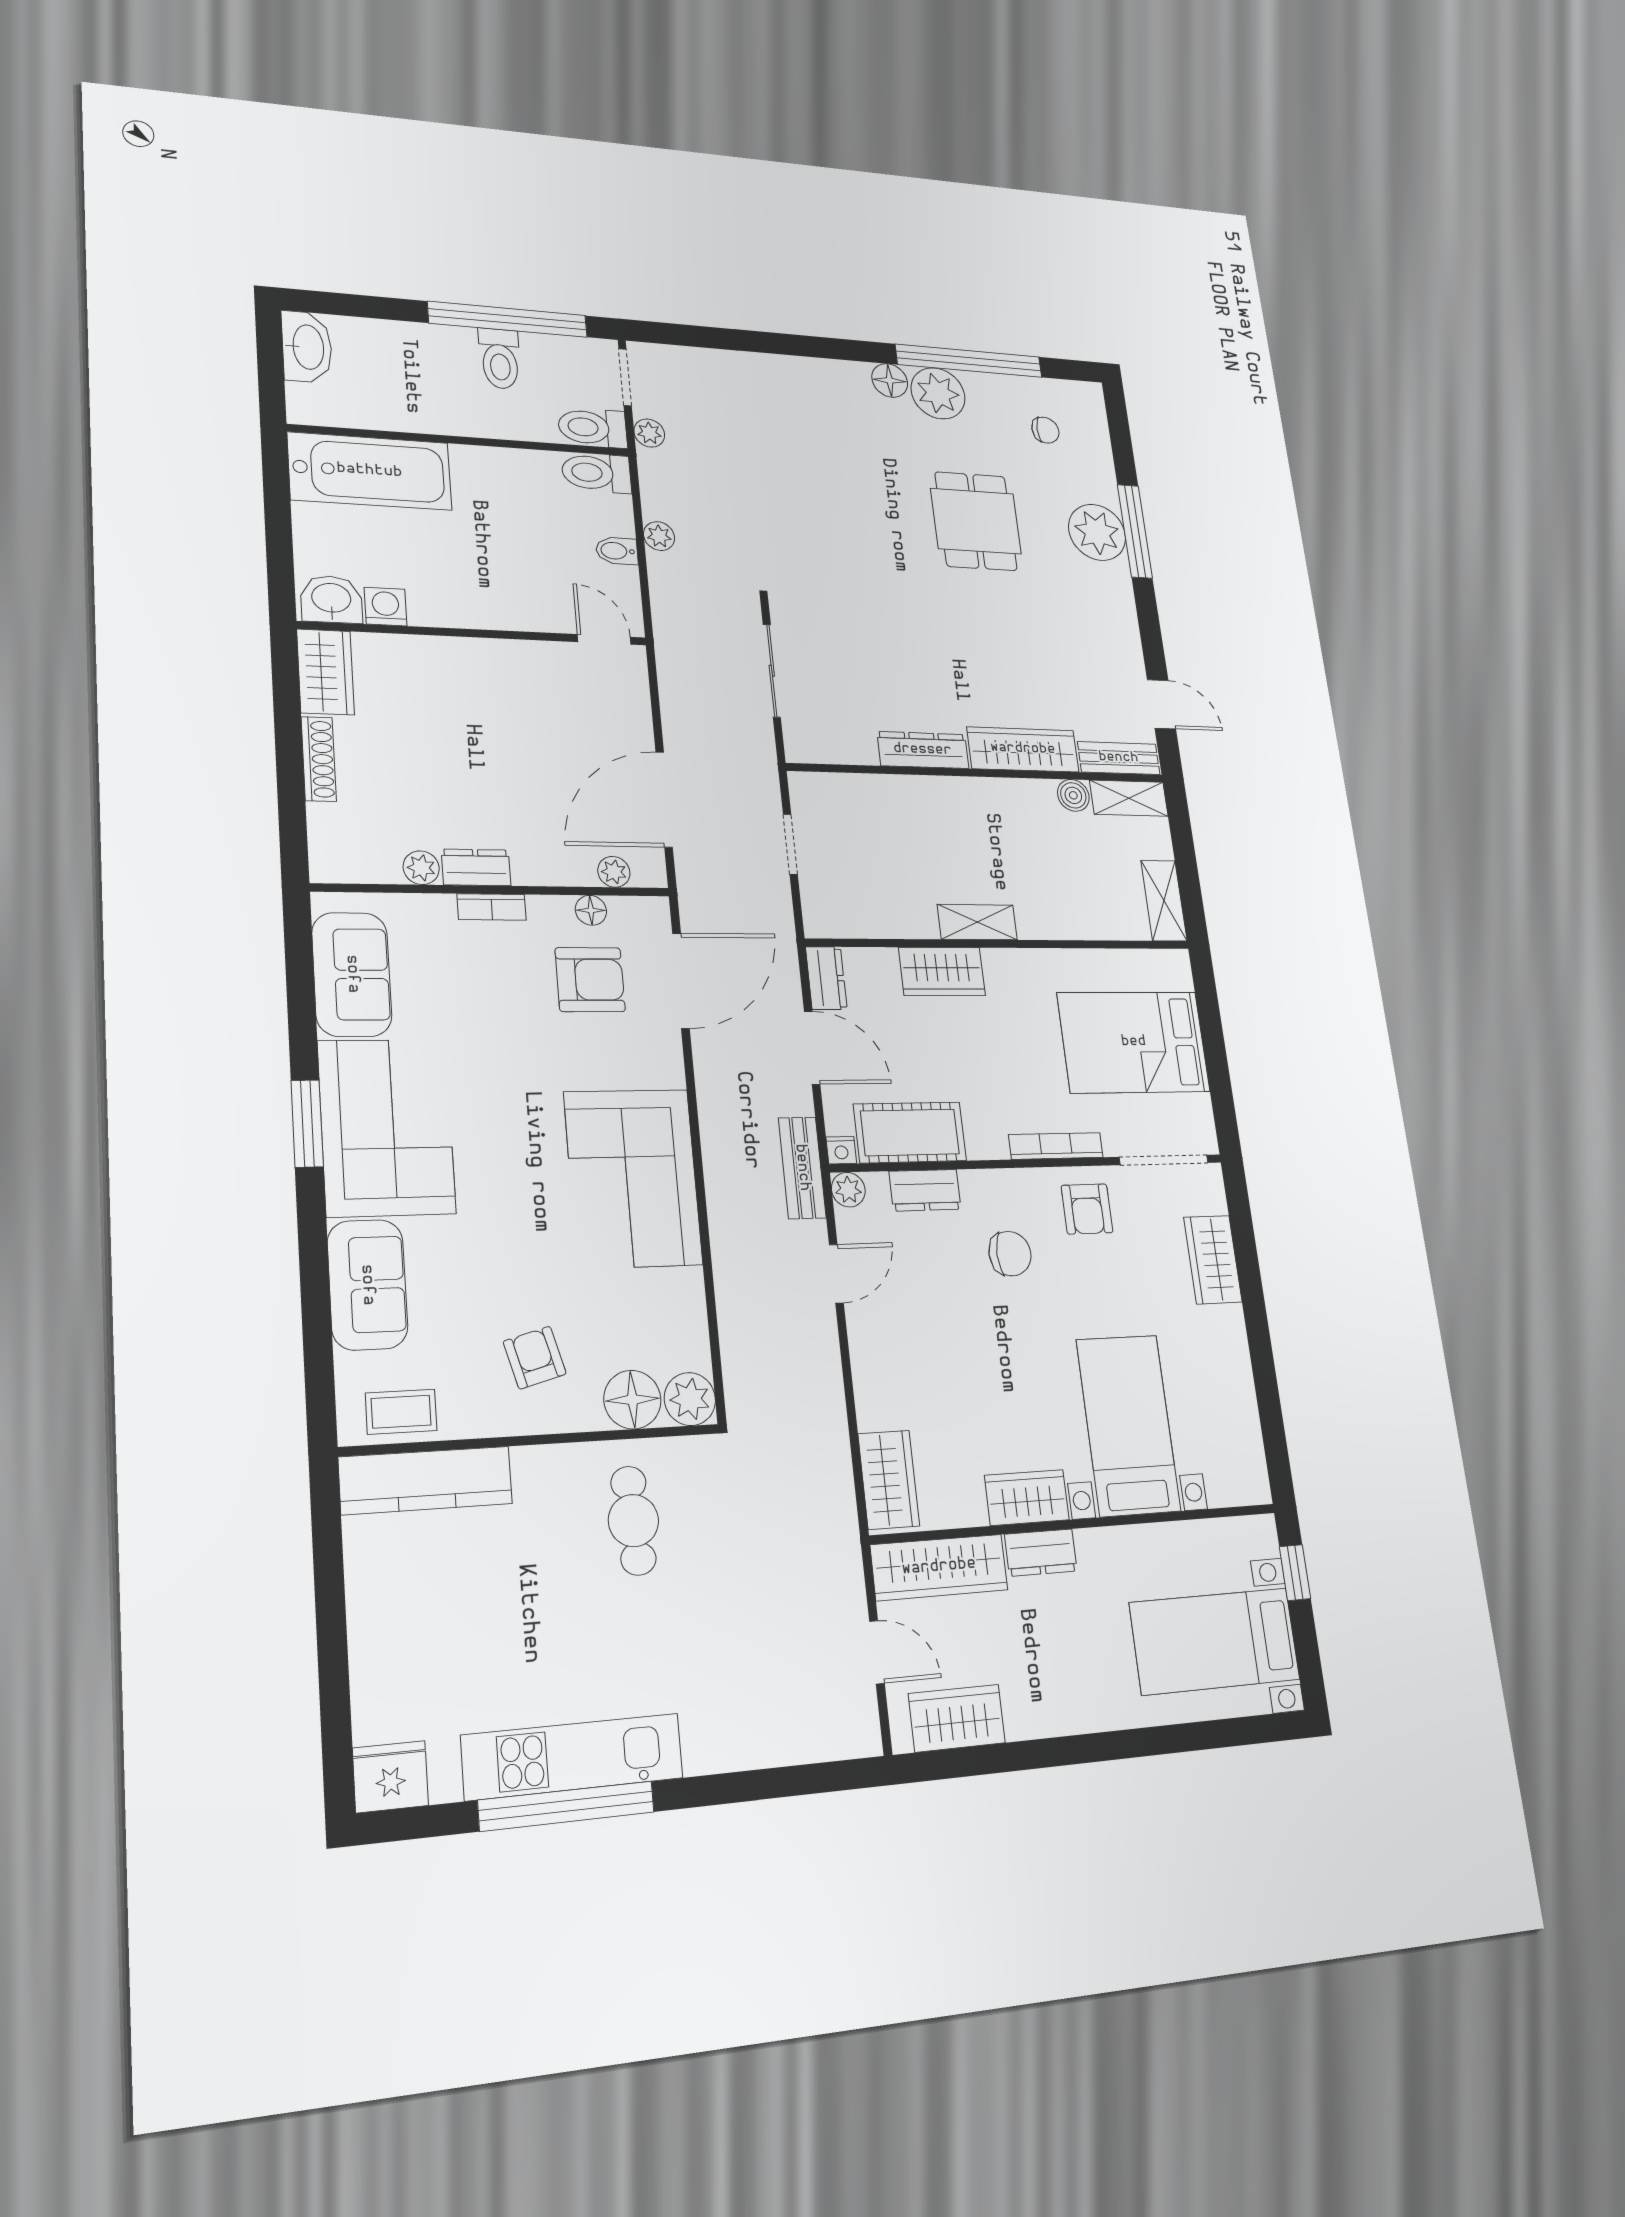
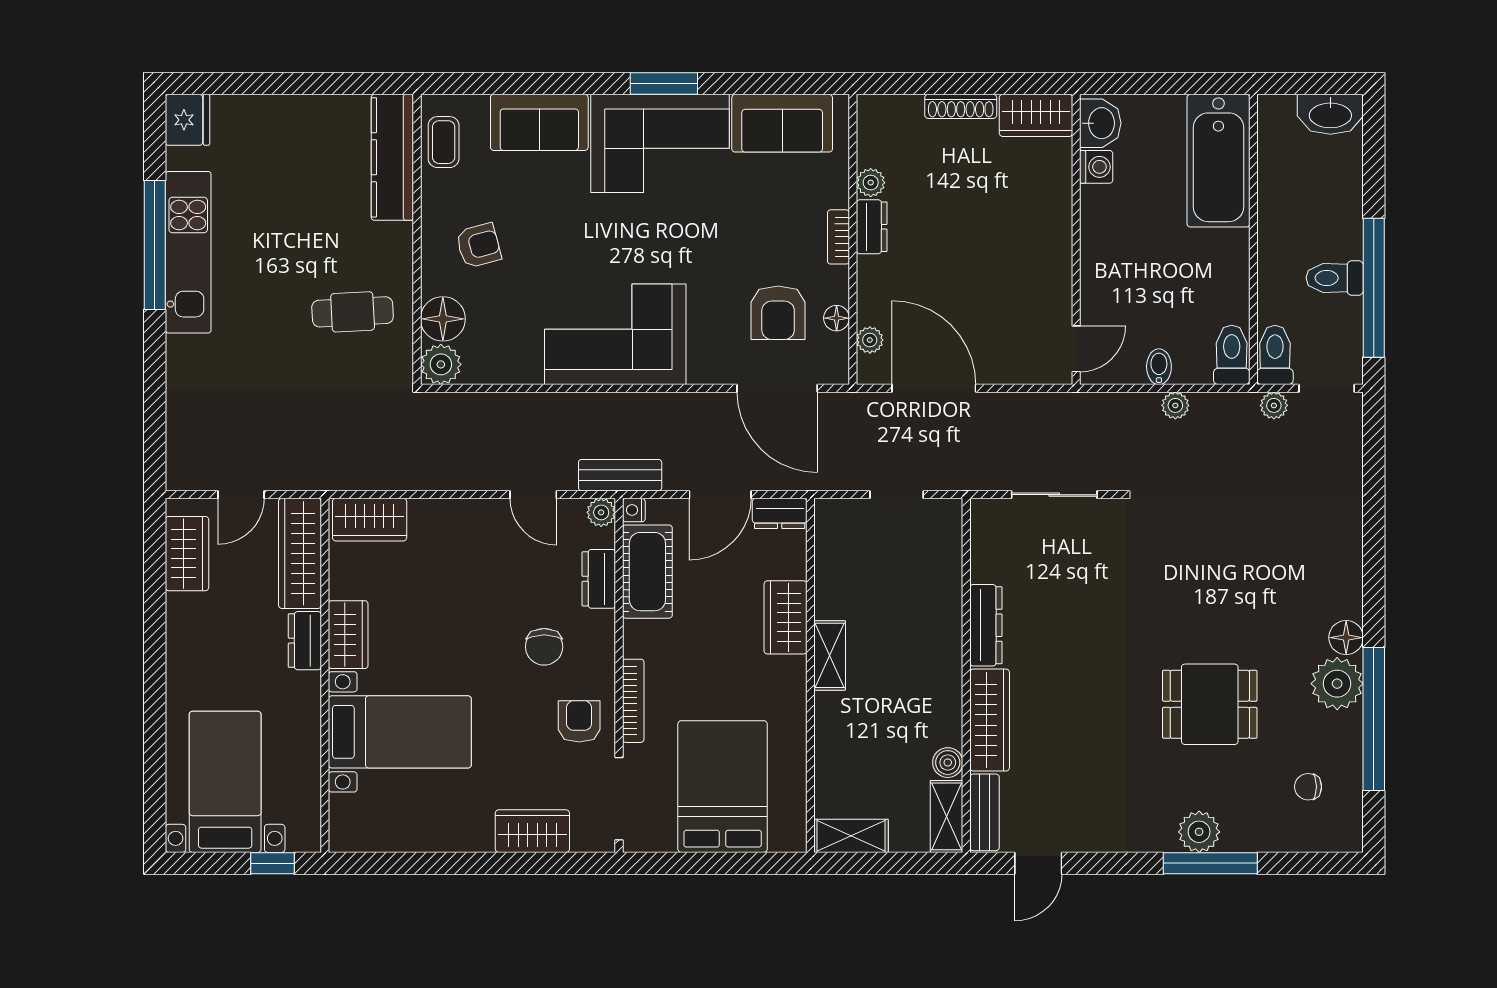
chair: (1045, 430) -> (1308, 787), turned 90
plant: (1097, 532) -> (1199, 832), width x0.73, depth x0.73
armchair: (1087, 1209) -> (579, 721), turned 90

